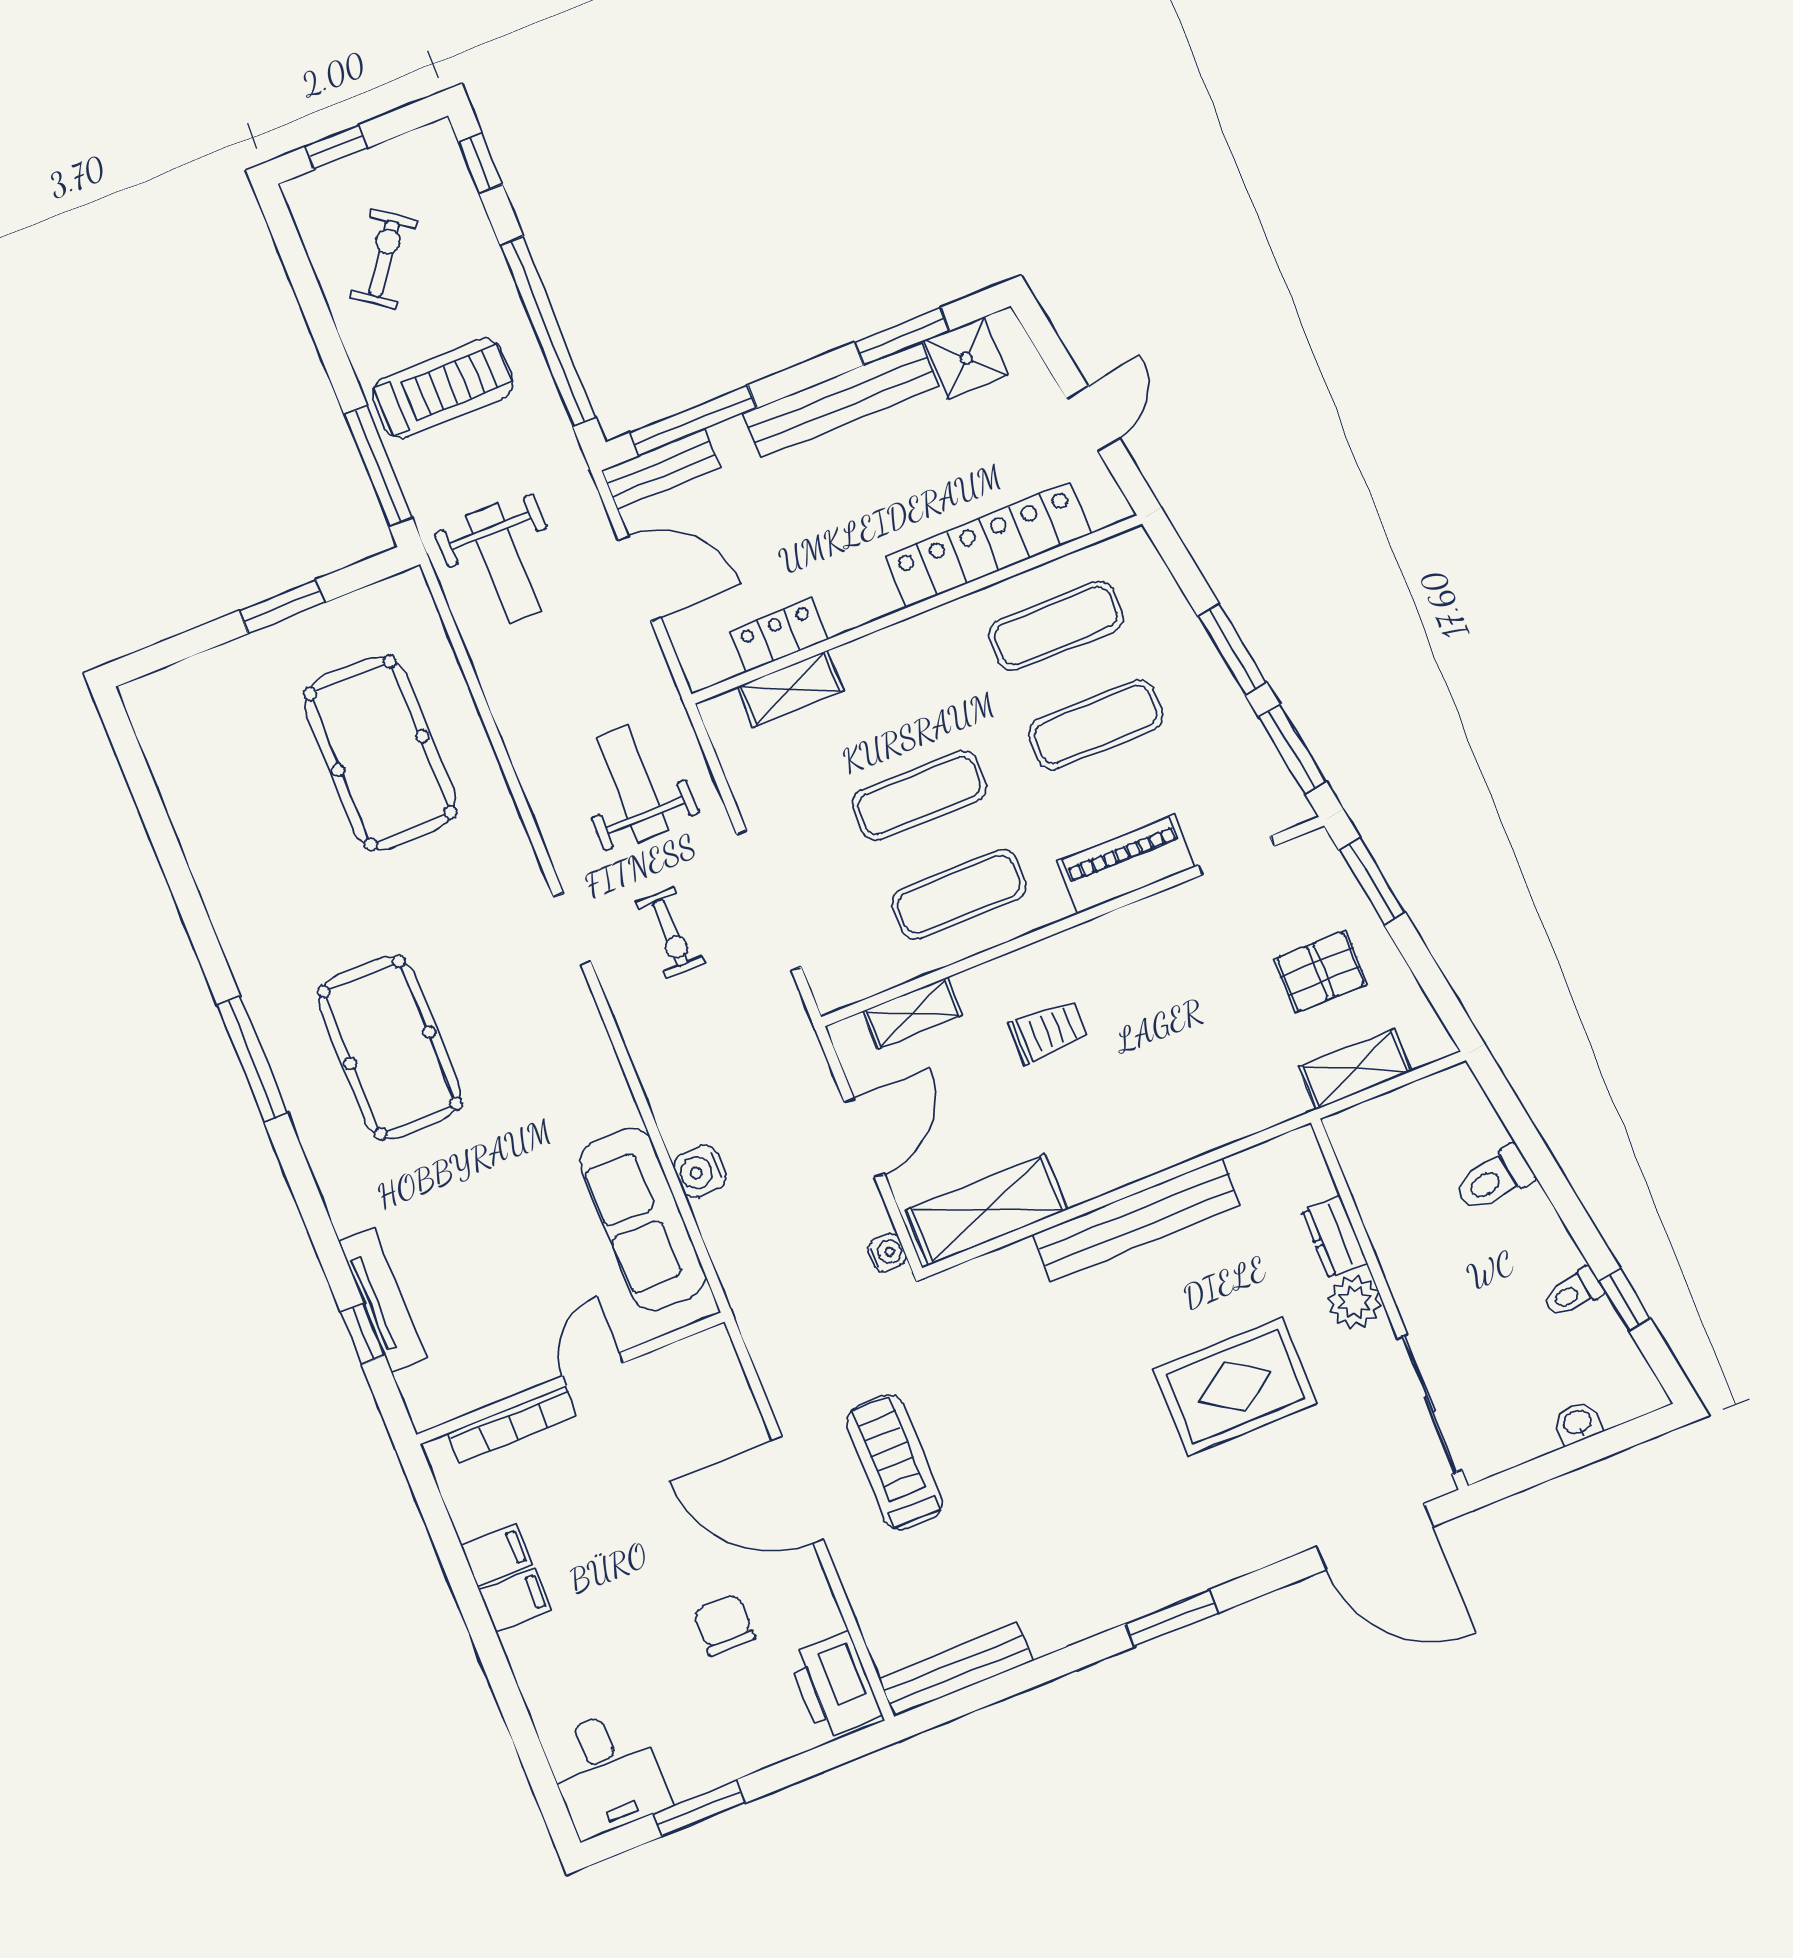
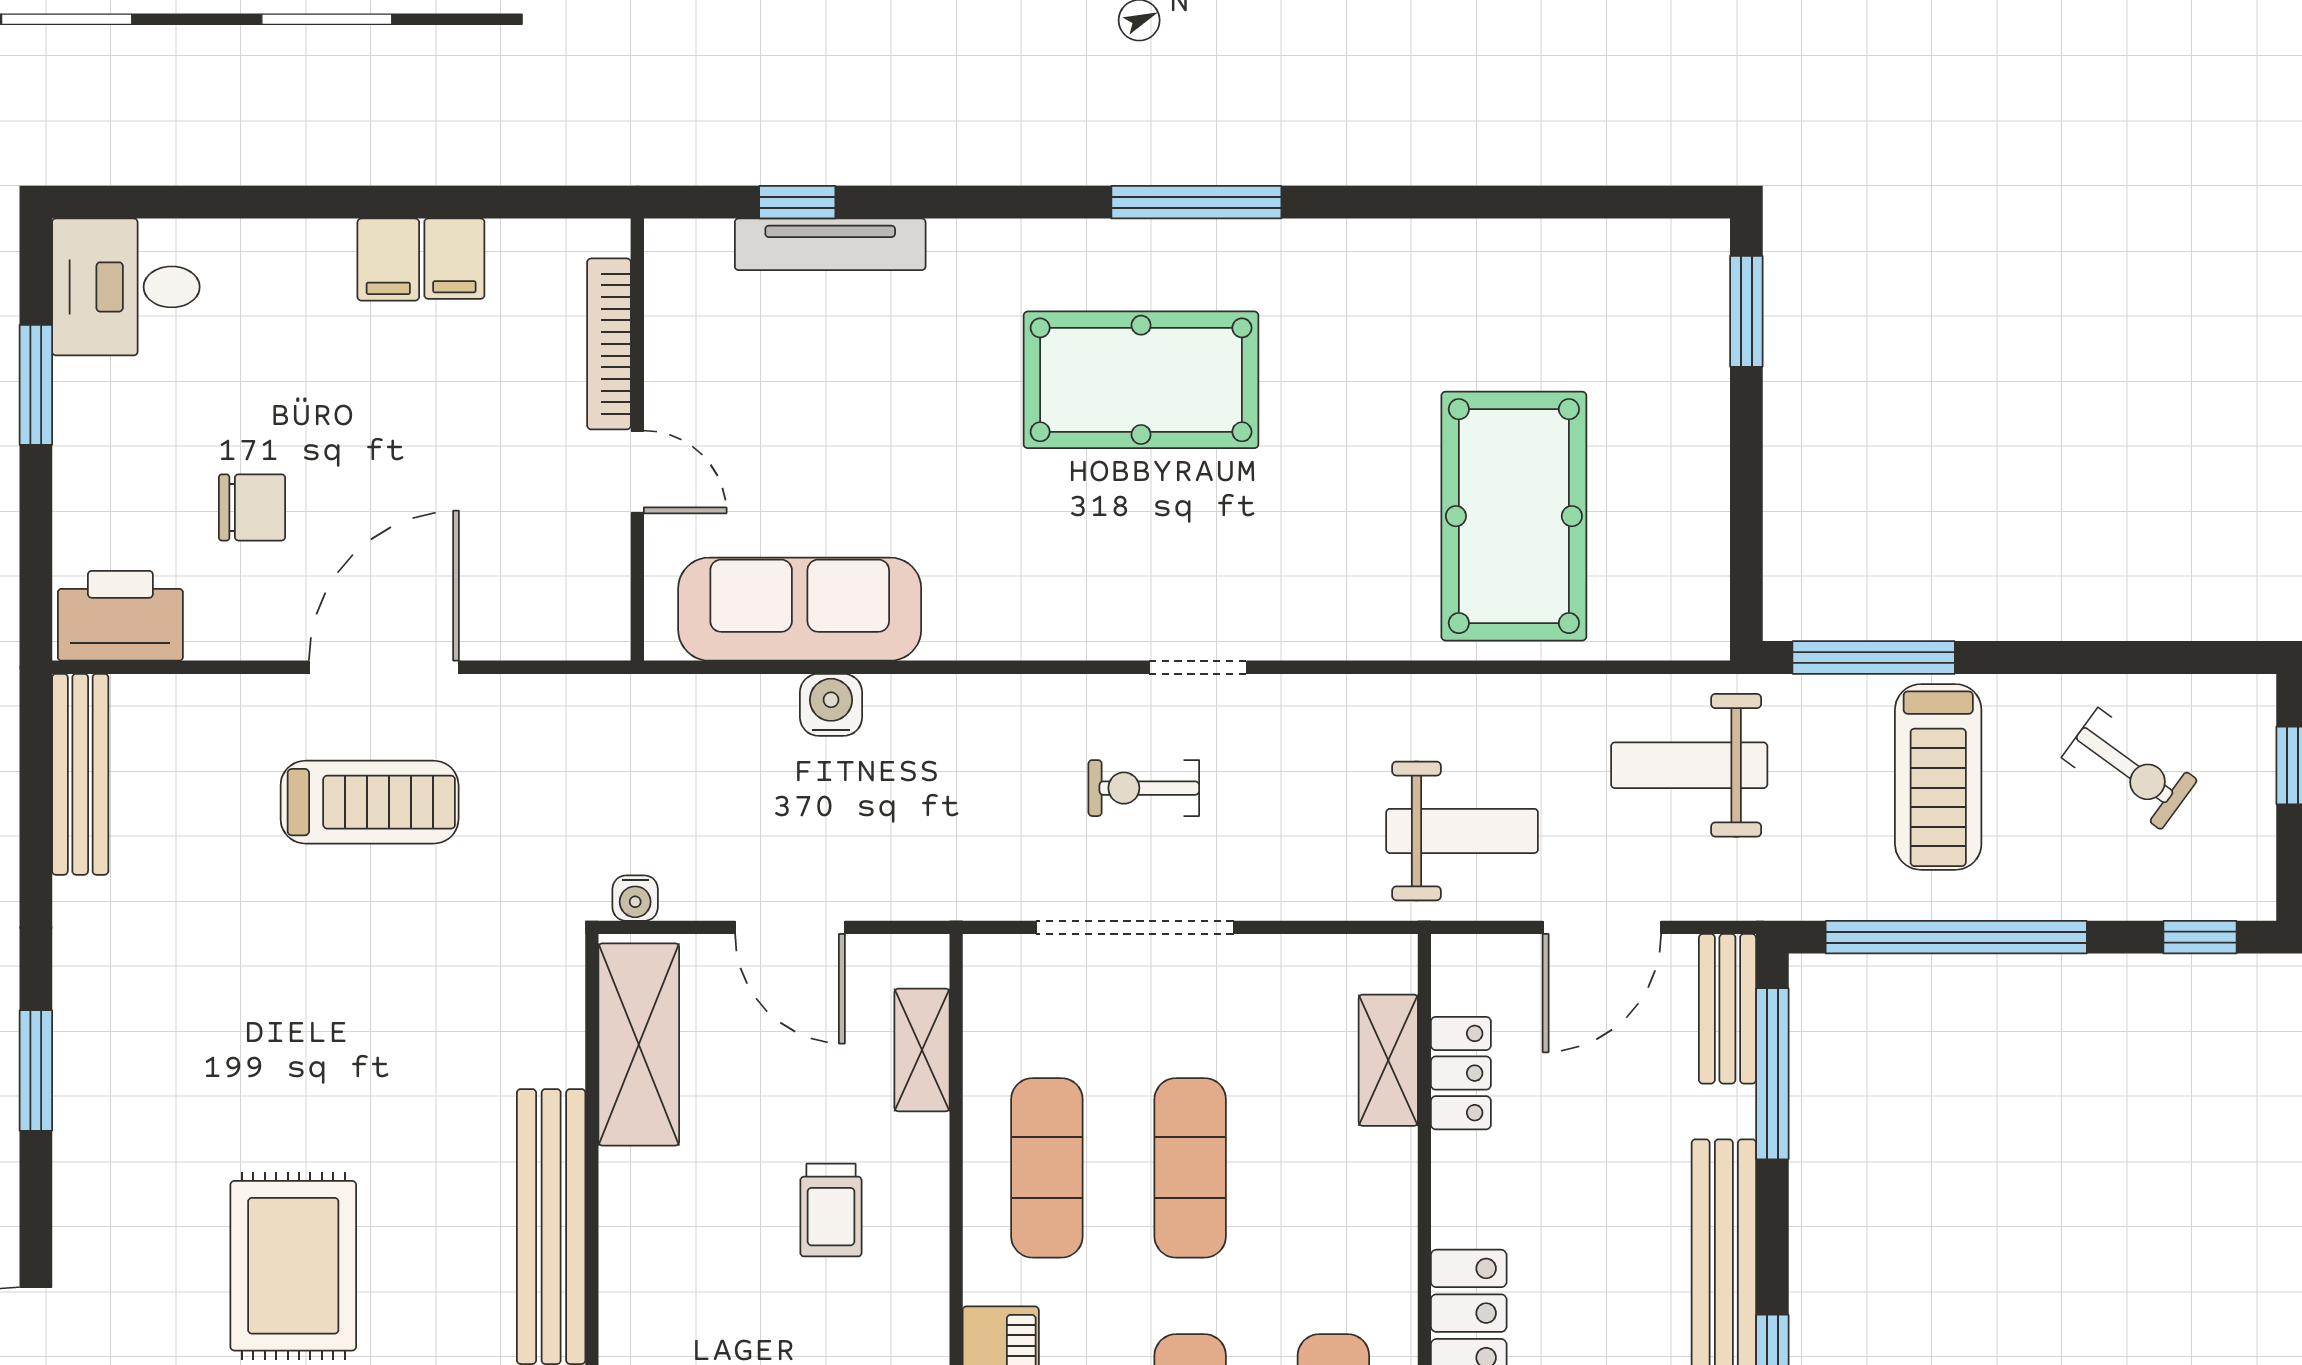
window: (282, 607) -> (1746, 311), moved
pool table: (380, 753) -> (1514, 516), turned 90
weight bench: (633, 784) -> (1462, 831), moved

